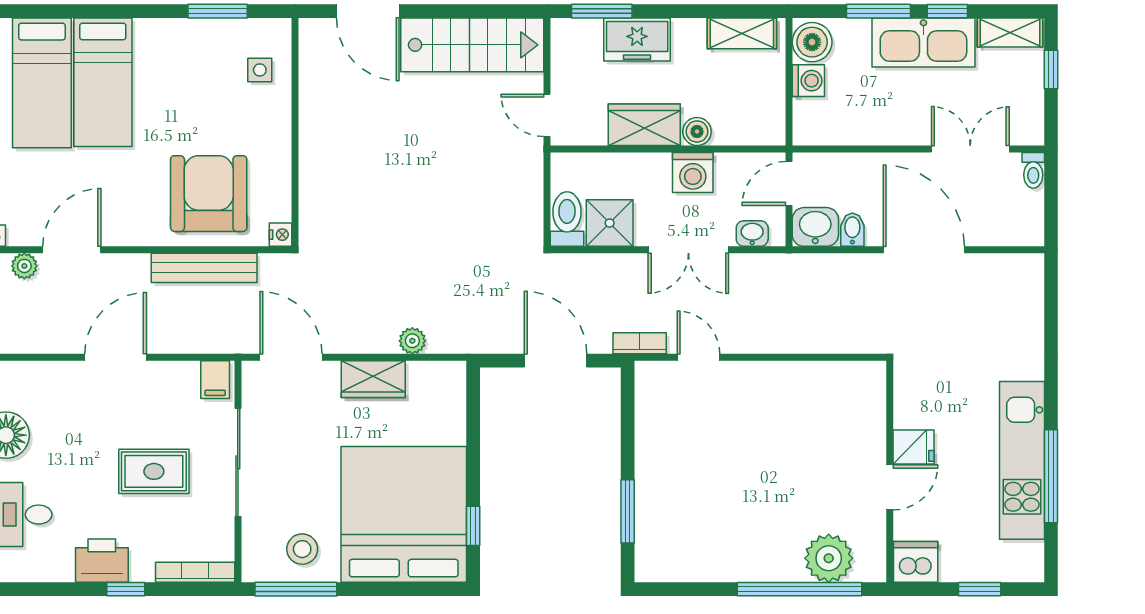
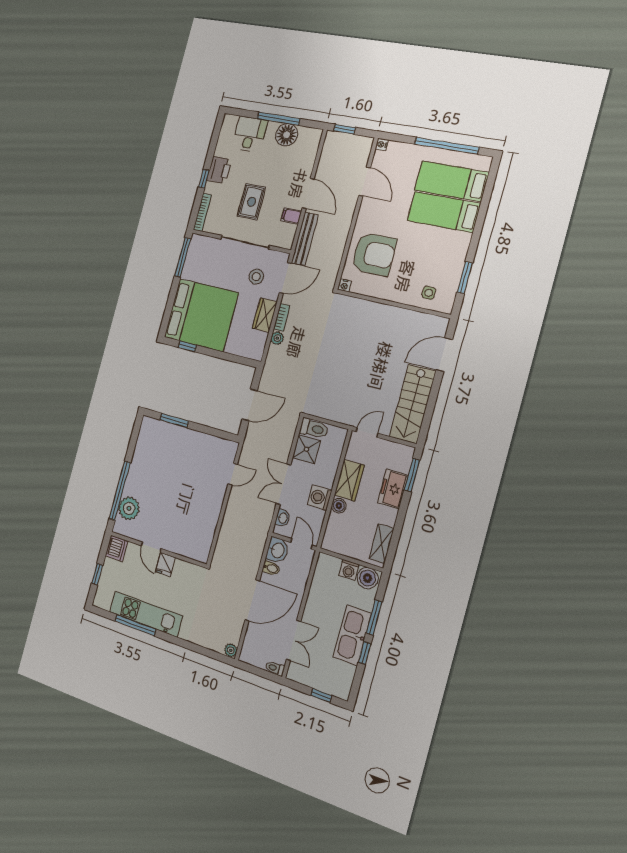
shelving: (1010, 33) -> (345, 681), removed
plant: (24, 266) -> (231, 650), moved
bench: (204, 268) -> (305, 239), moved
bookcase: (640, 343) -> (282, 317), moved
filing cabinet: (215, 380) -> (291, 216), moved
stool: (302, 549) -> (256, 277), moved

